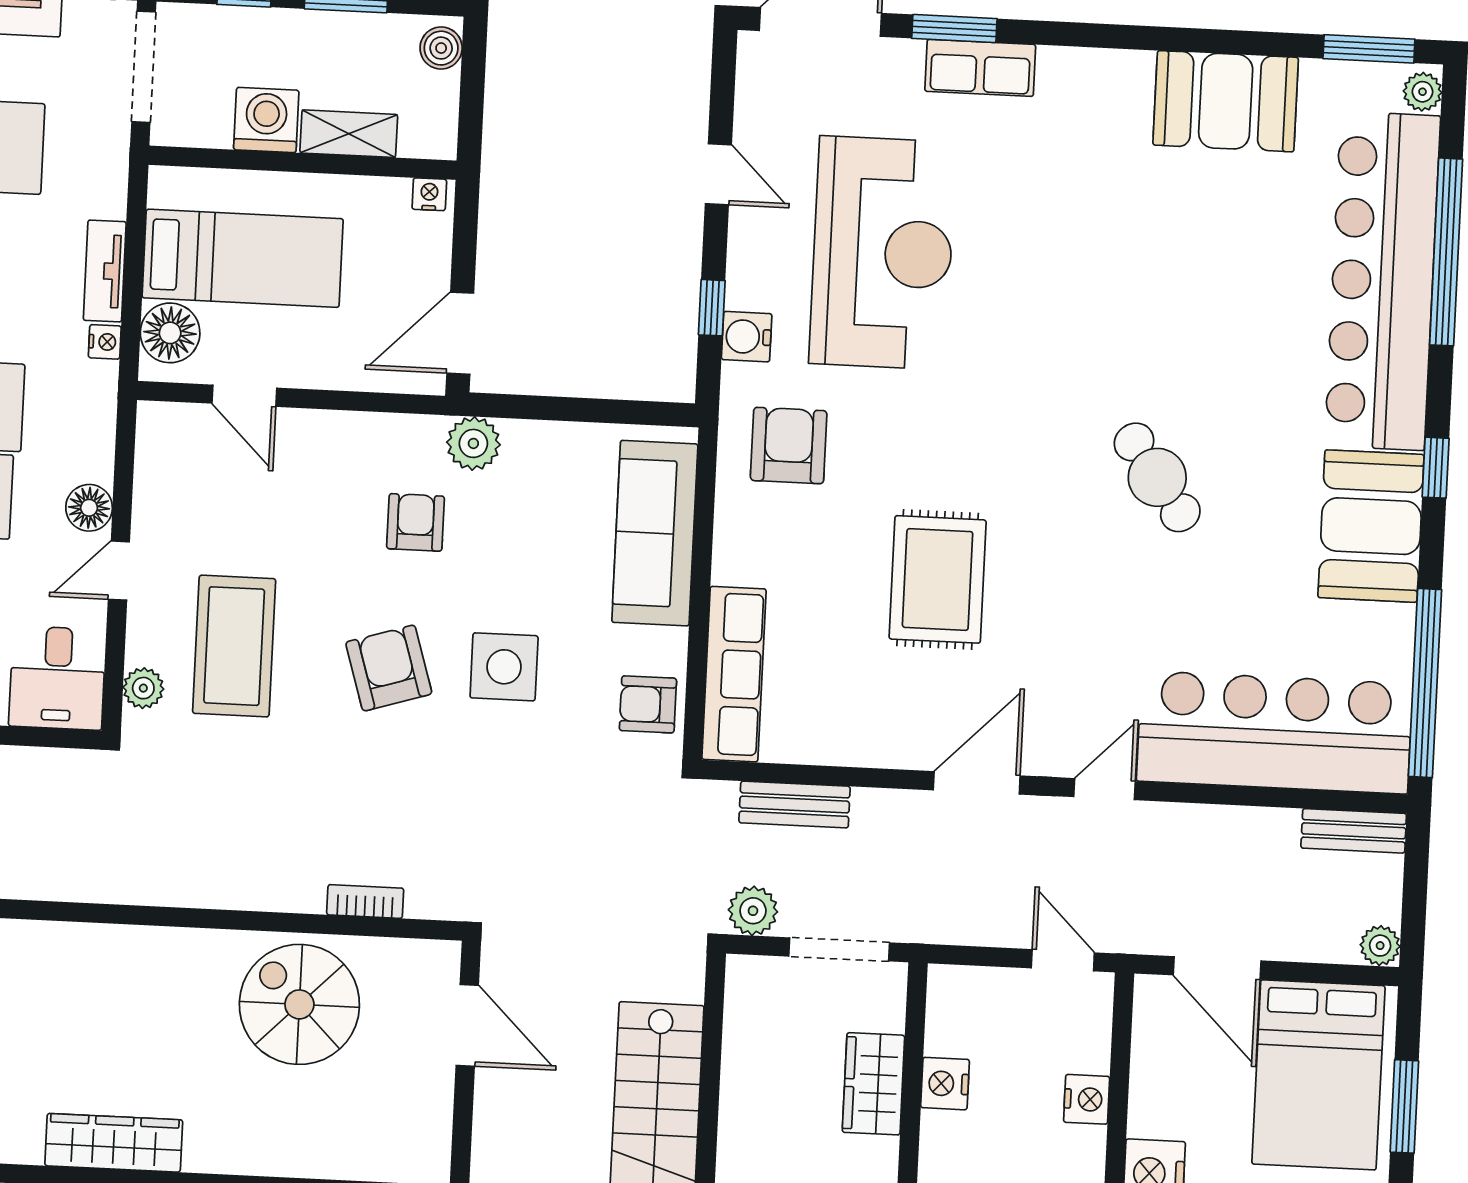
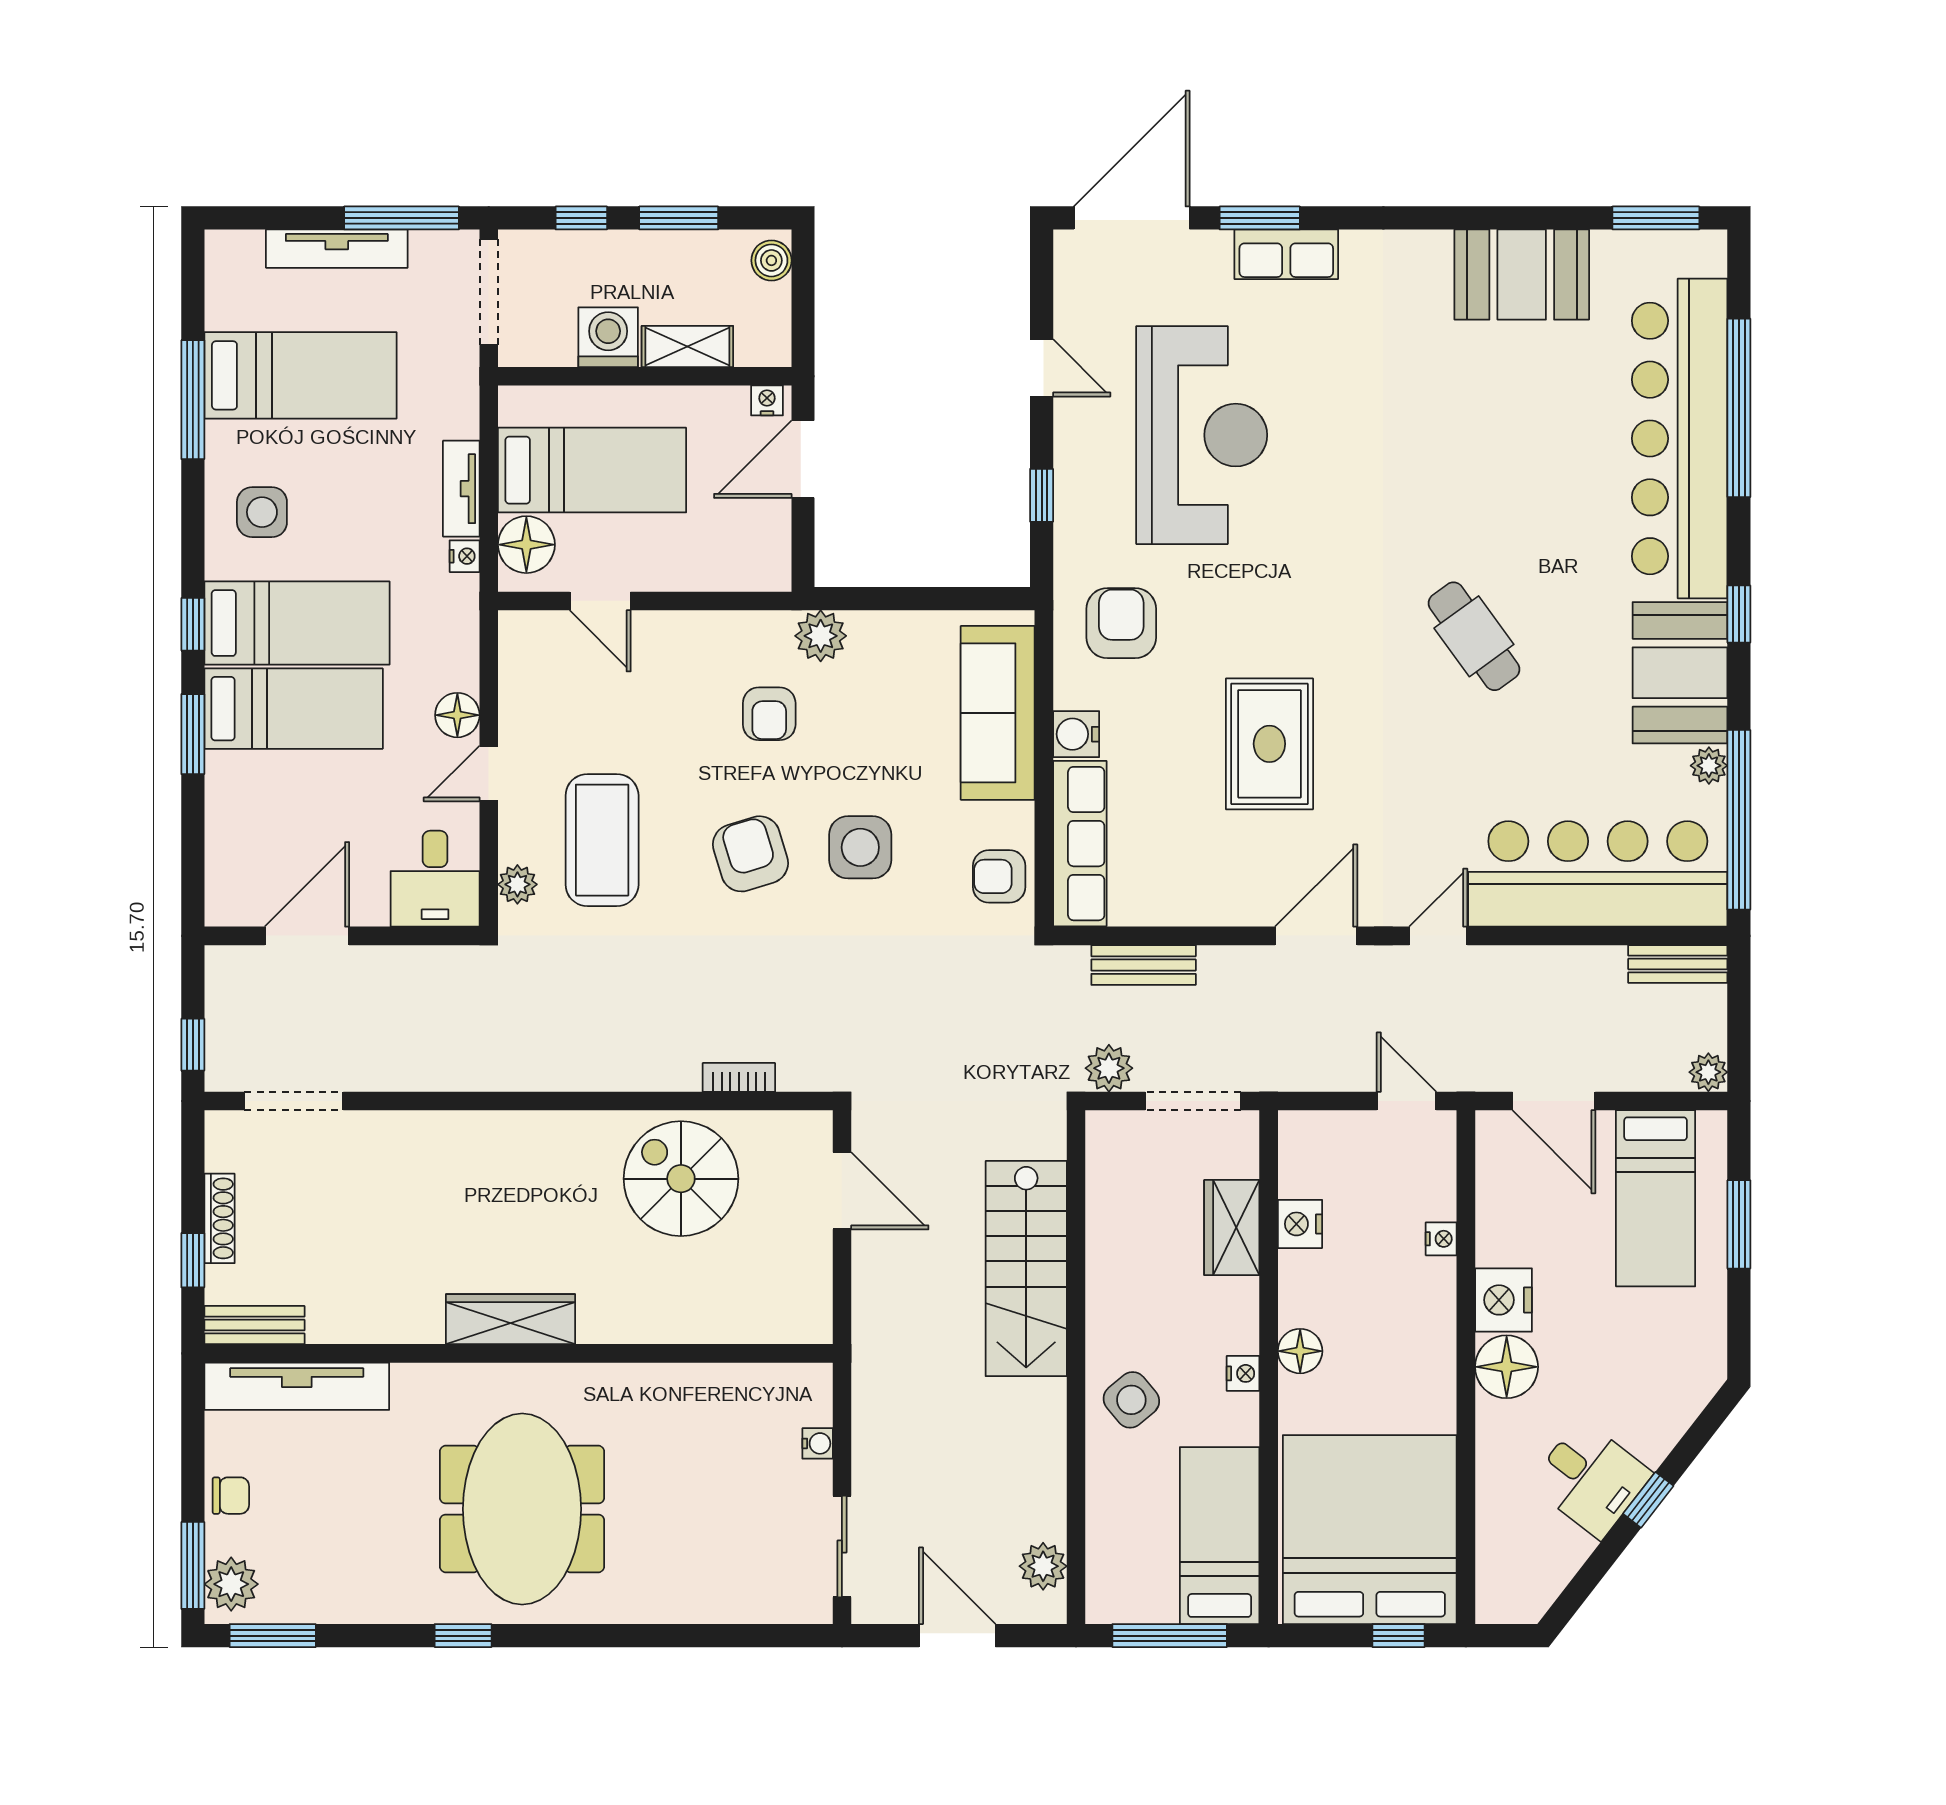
plant: (1423, 92) -> (1709, 766), moved
door: (460, 333) -> (803, 459), moved
water cooler: (747, 337) -> (1076, 734), moved
armchair: (416, 522) -> (769, 714), turned 180
bed: (1318, 1075) -> (1656, 1198), width x0.67
nightstand: (1087, 1099) -> (1441, 1239), width x0.72, depth x0.74

